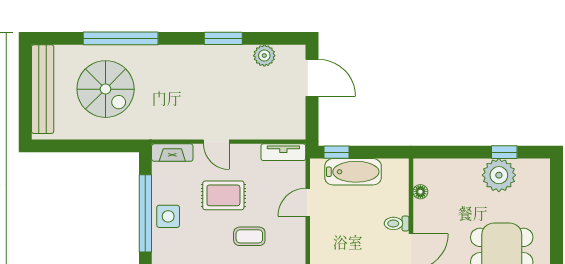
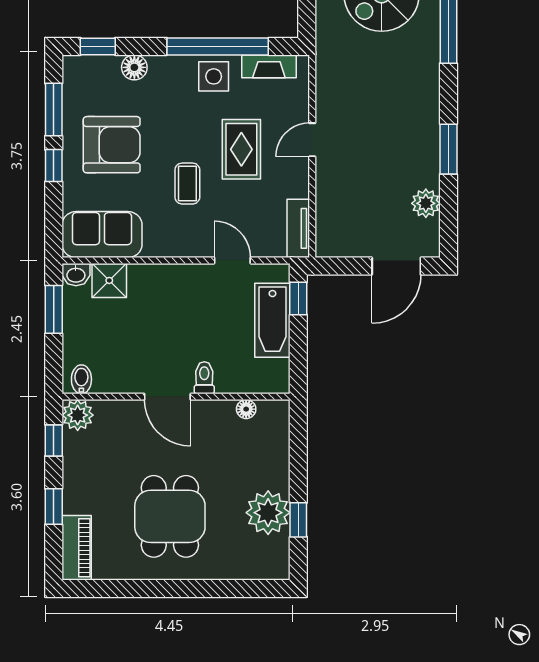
fireplace: (172, 153) -> (269, 66), moved, turned -90

